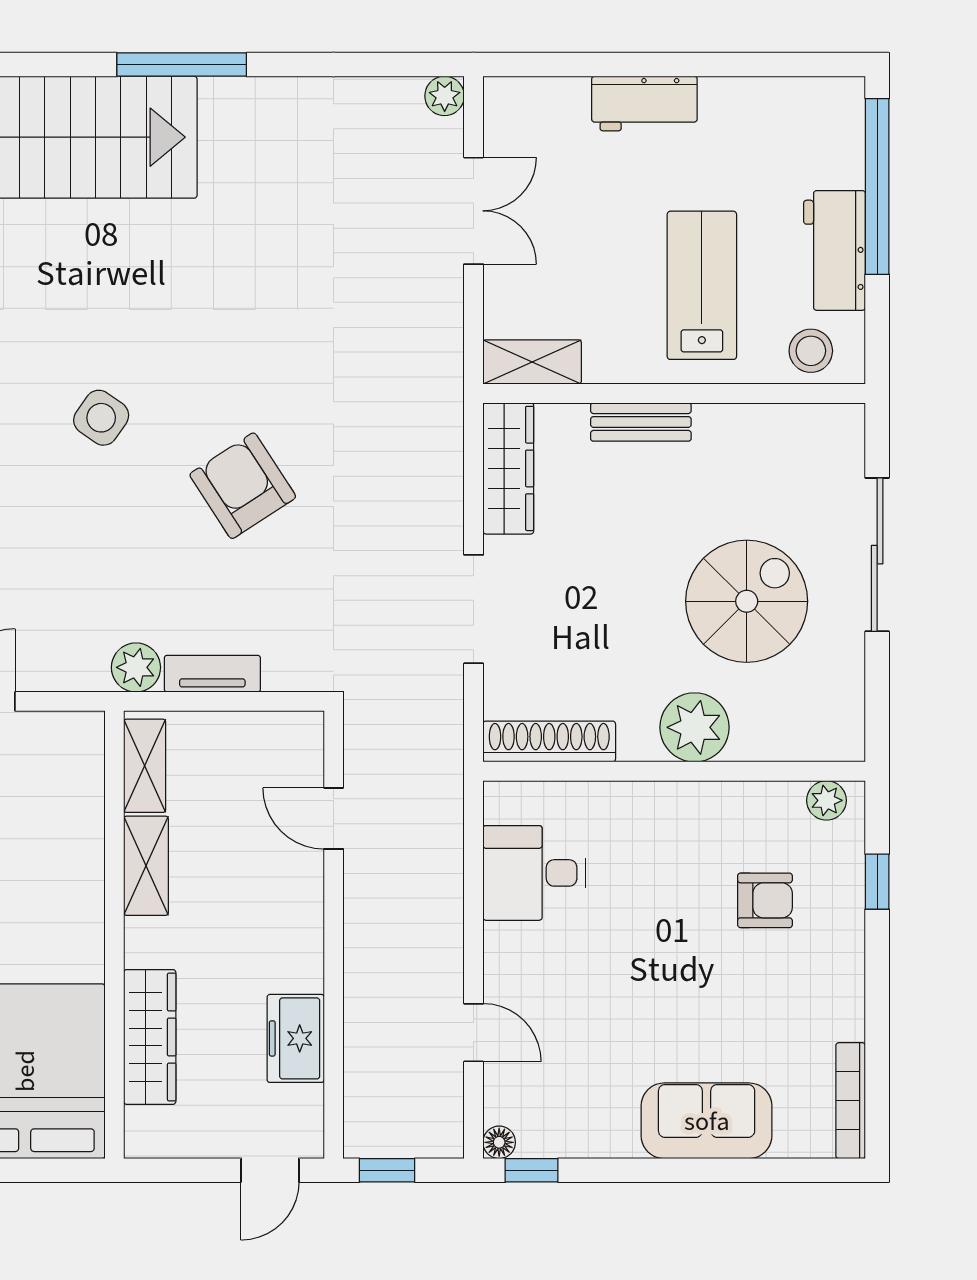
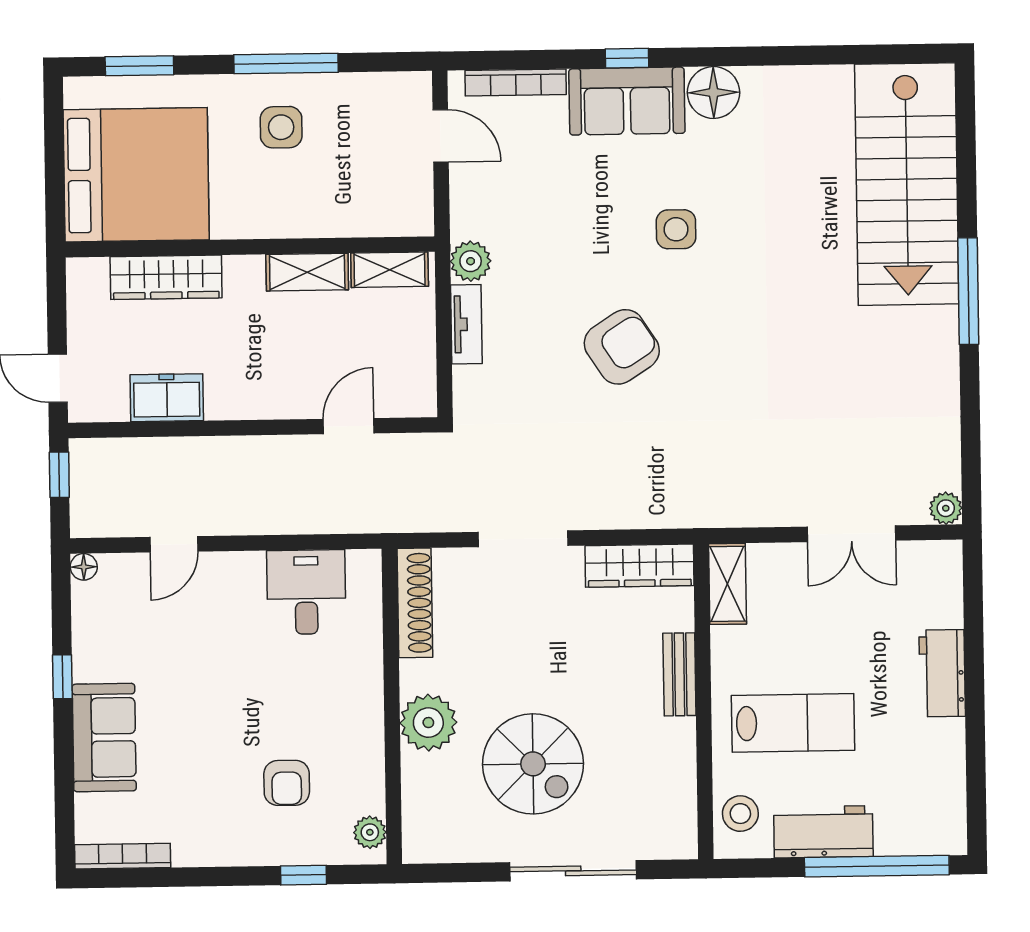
side table: (101, 418) -> (676, 229), turned -35
window: (532, 1170) -> (62, 677), moved

